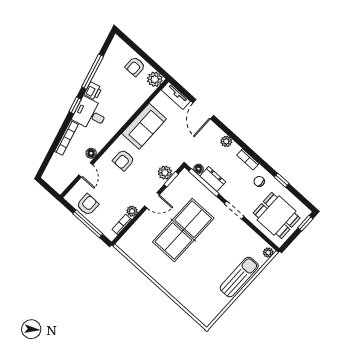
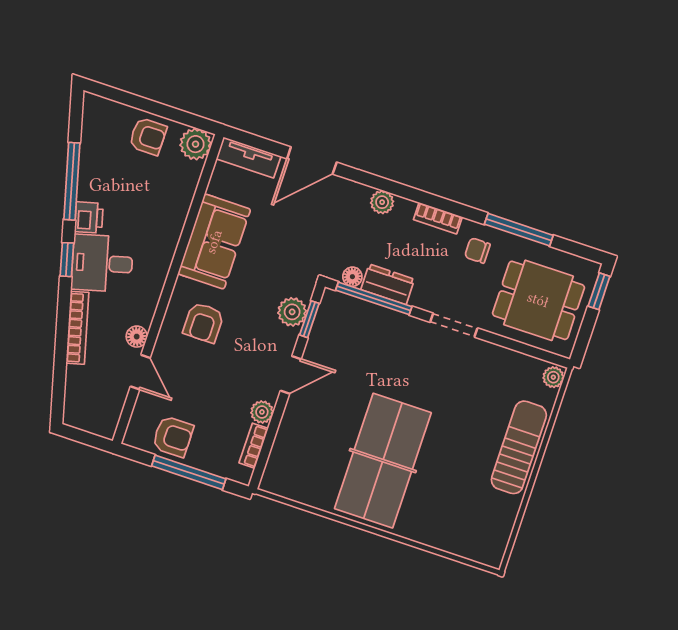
armchair: (135, 67) -> (148, 136), turned -90
door: (203, 109) -> (312, 160), hinge flipped
window: (282, 180) -> (519, 230), width x2.17
armchair: (88, 205) -> (173, 436), turned 90
table tennis table: (183, 230) -> (383, 461), moved

